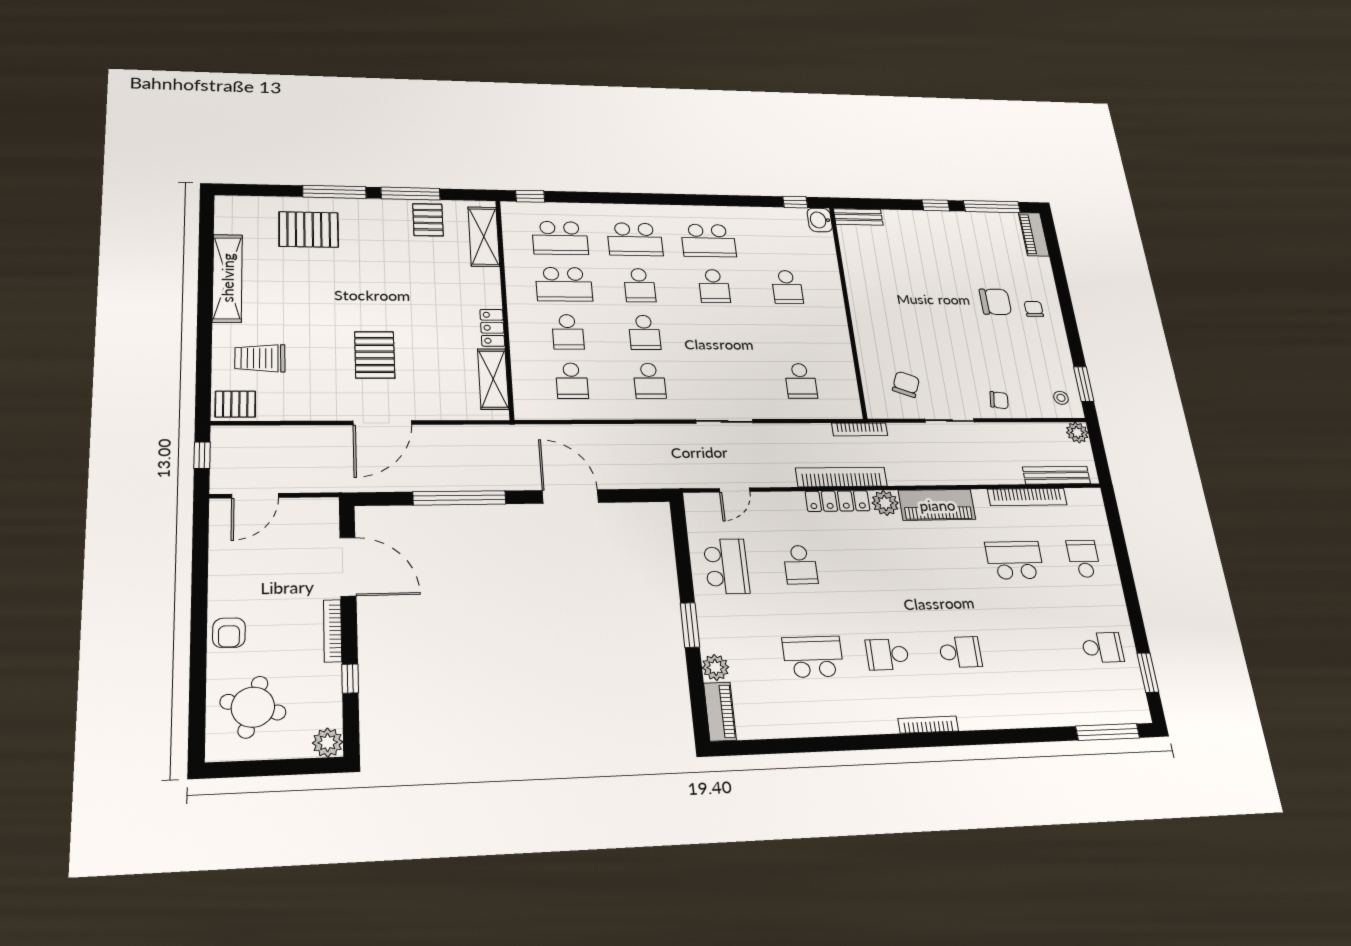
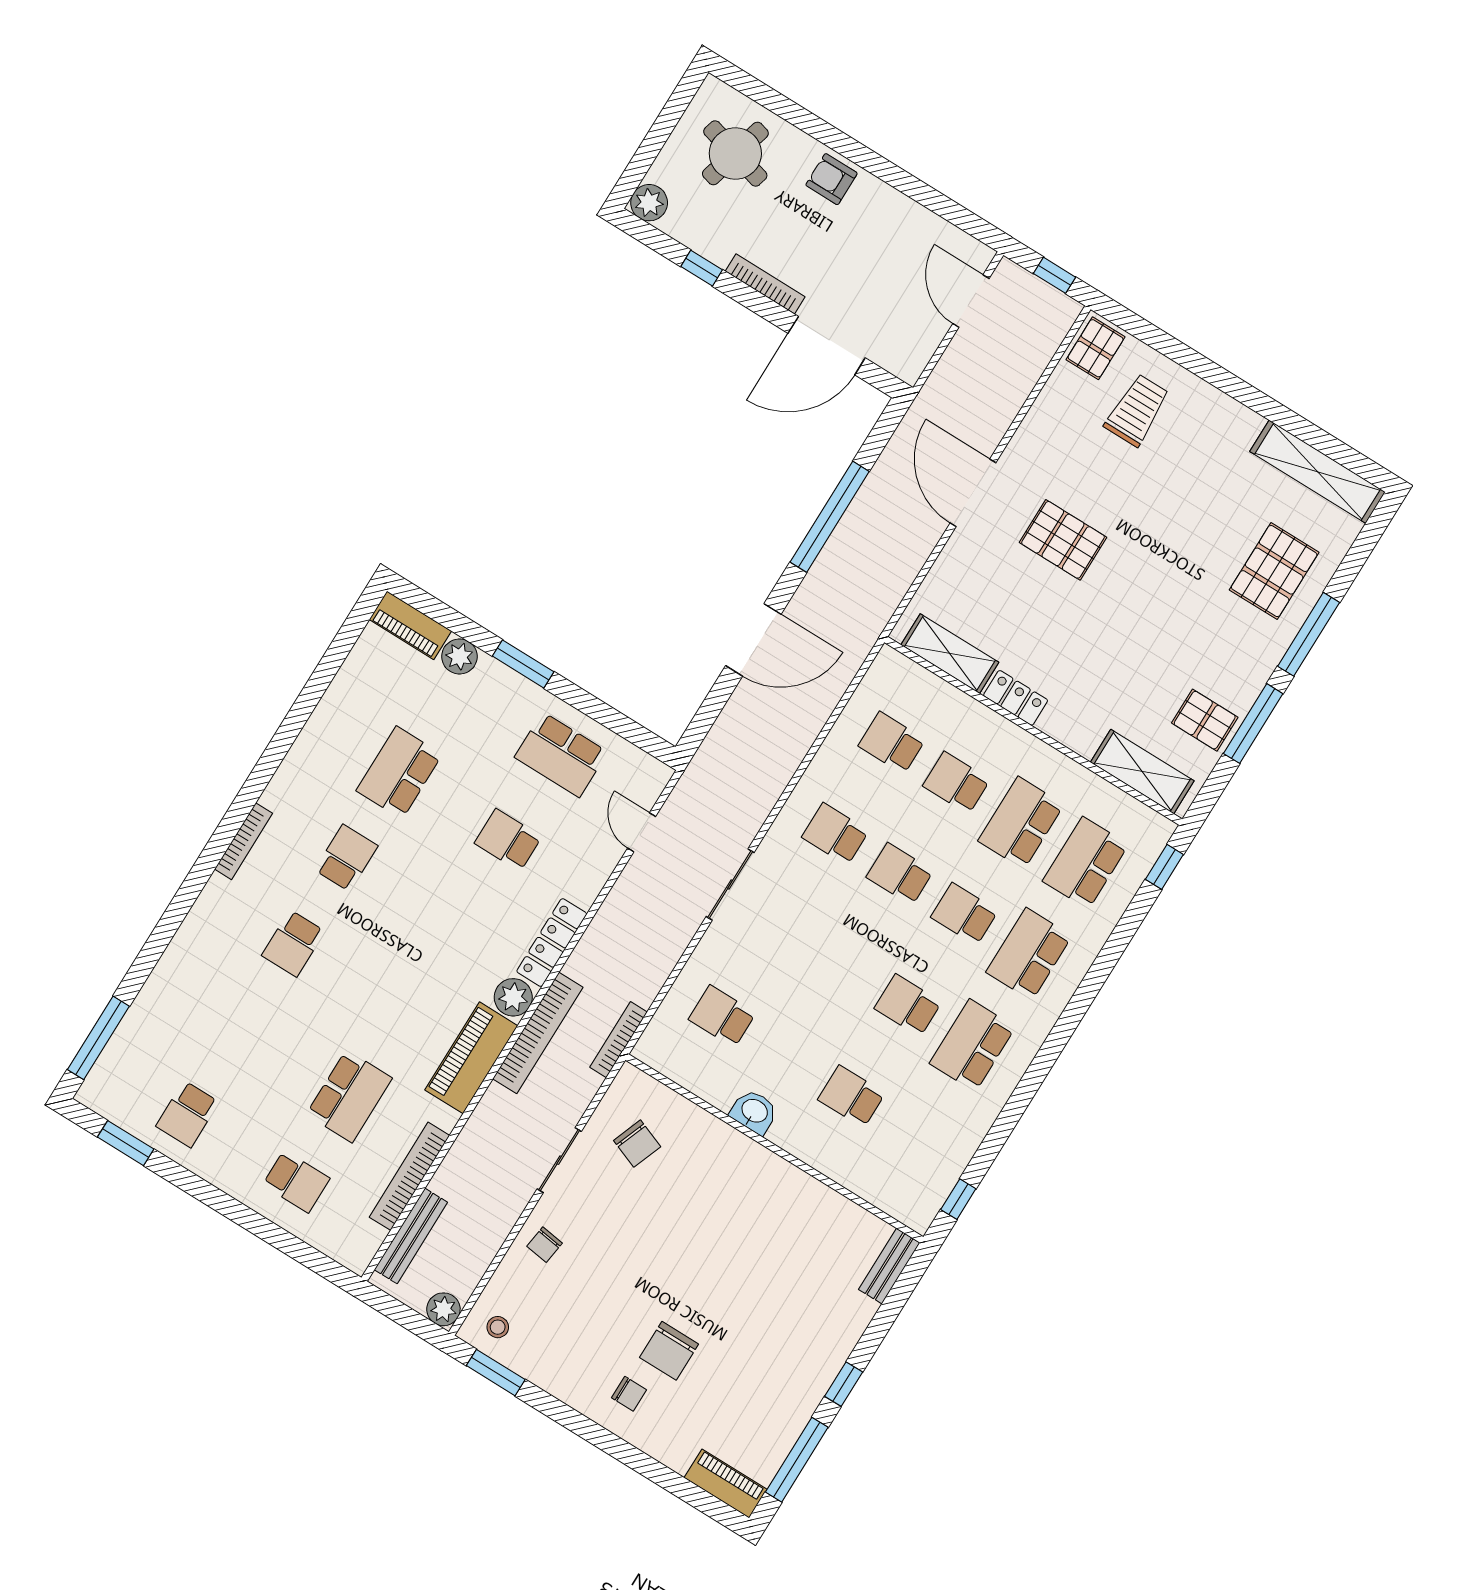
washbasin: (820, 220) -> (754, 1112), moved
shelving: (227, 278) -> (1318, 472), moved
bookcase: (841, 477) -> (538, 1033), moved
school desk: (813, 657) -> (399, 773), turned 180

